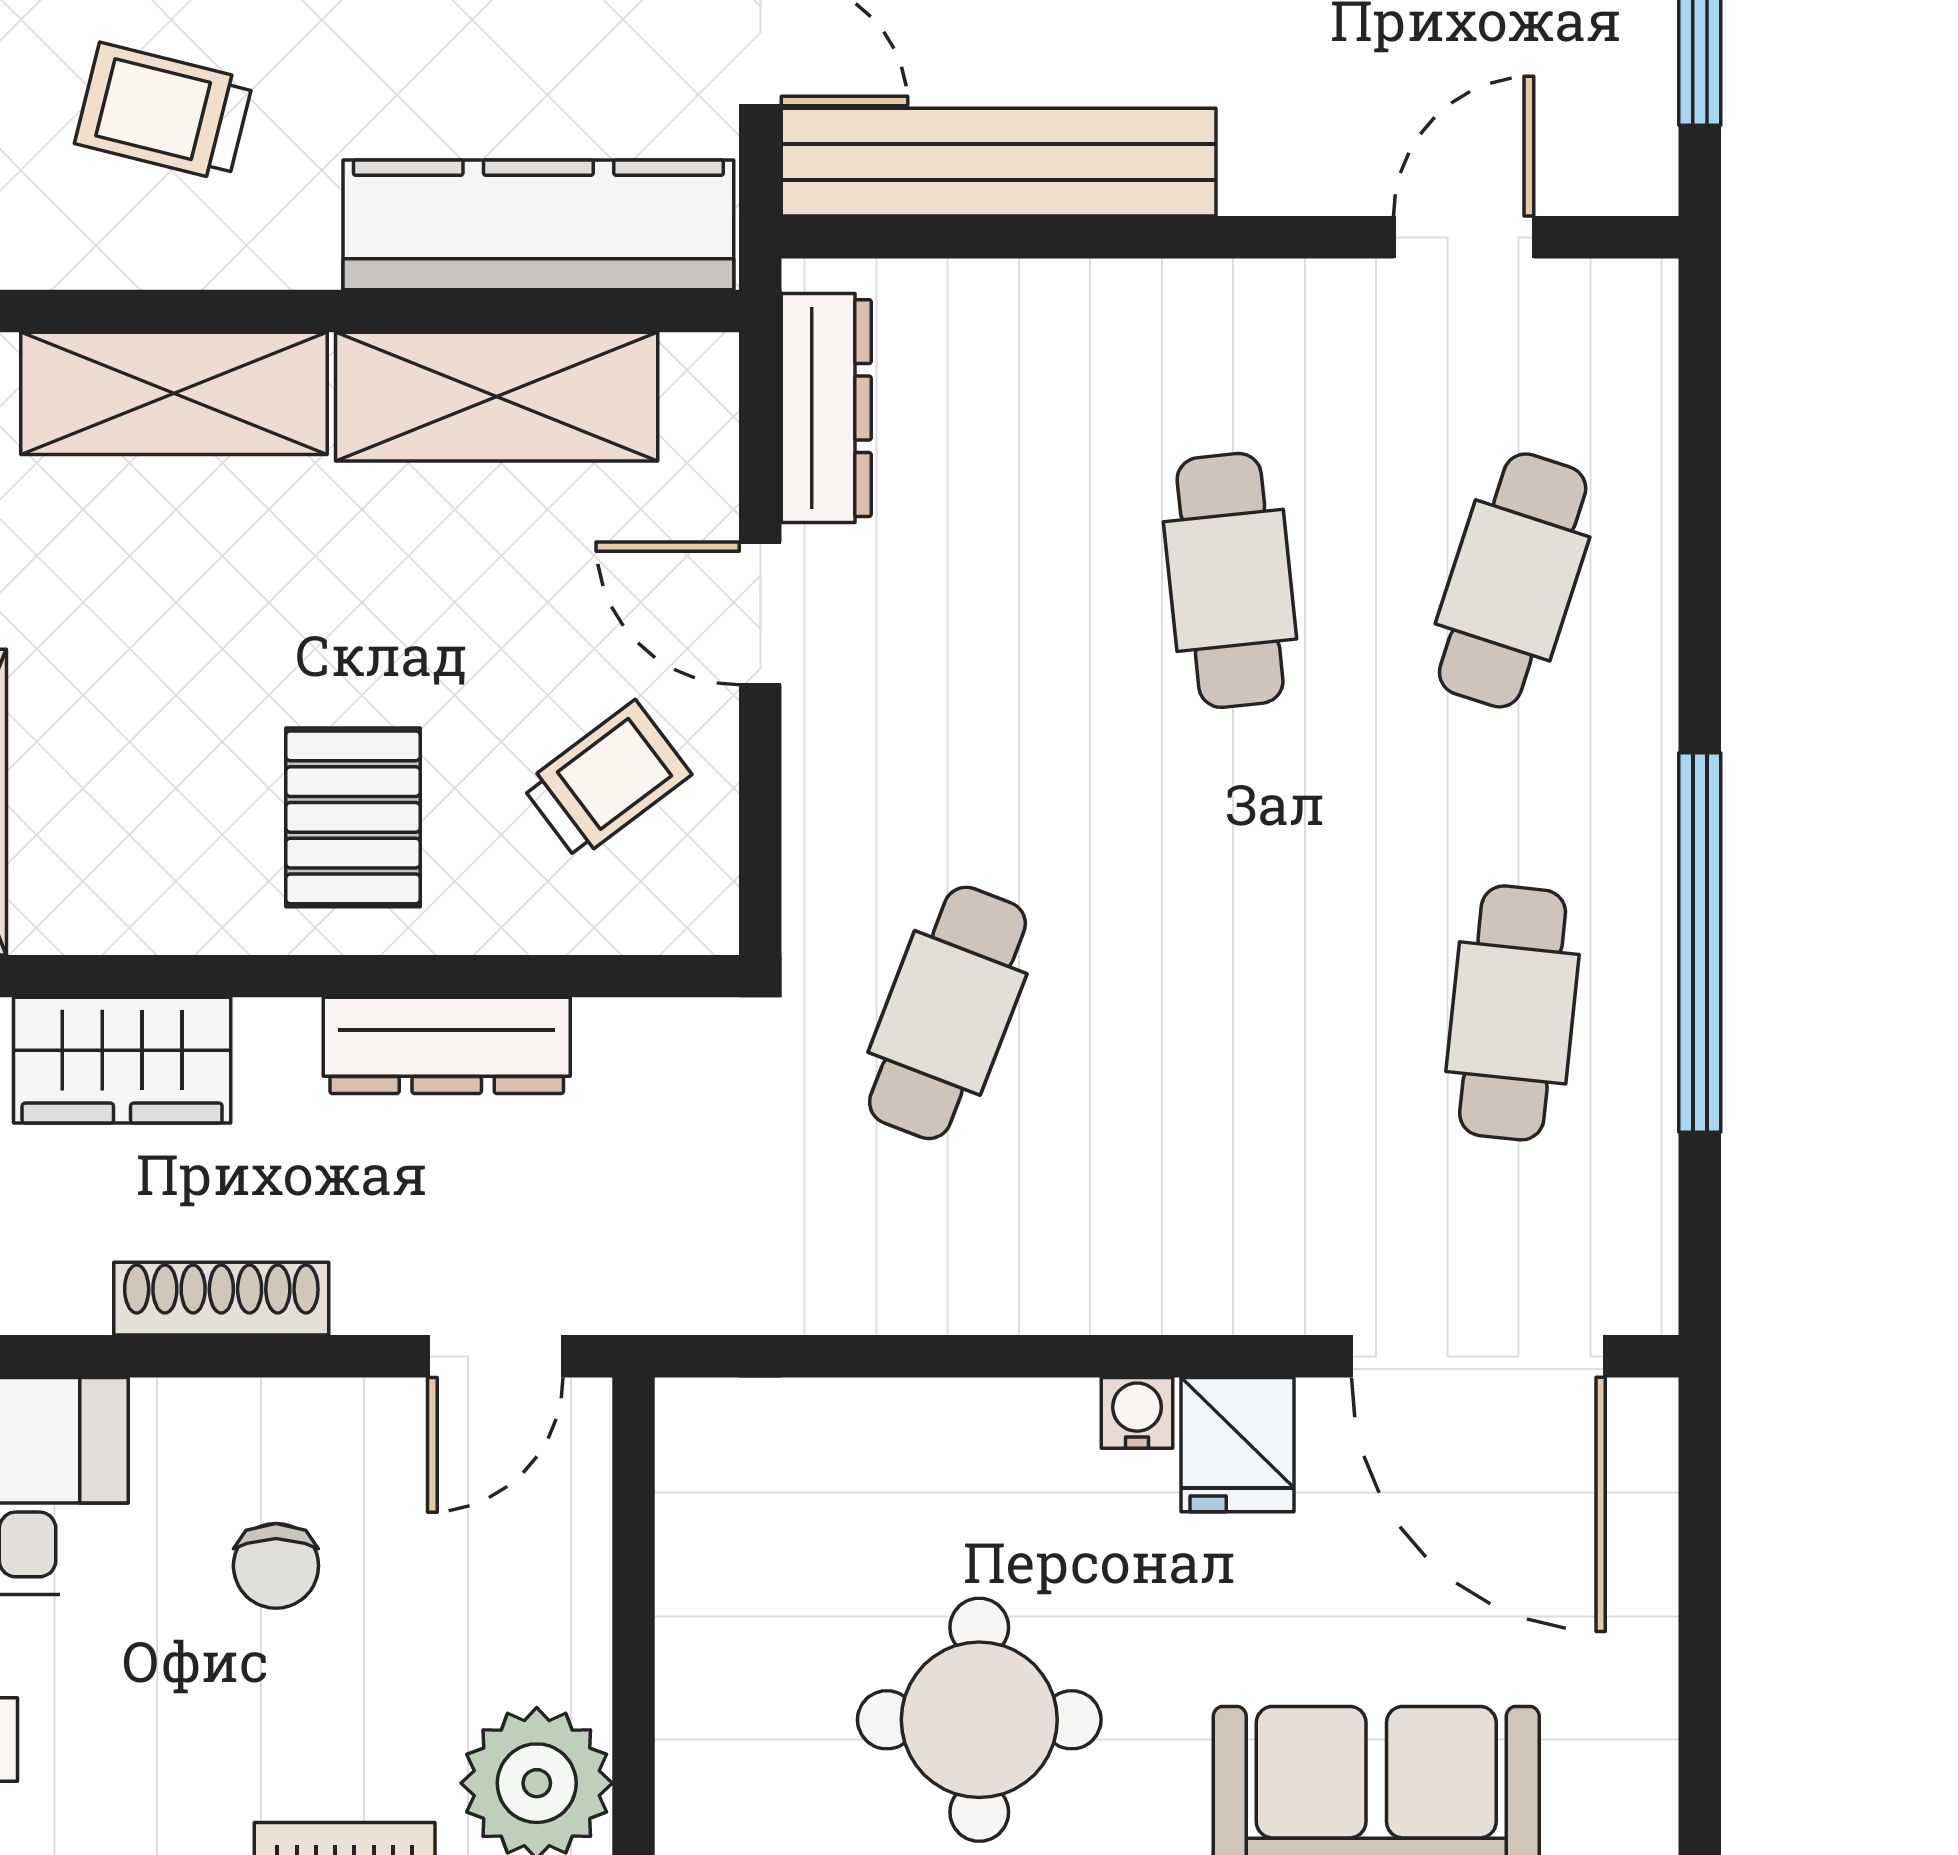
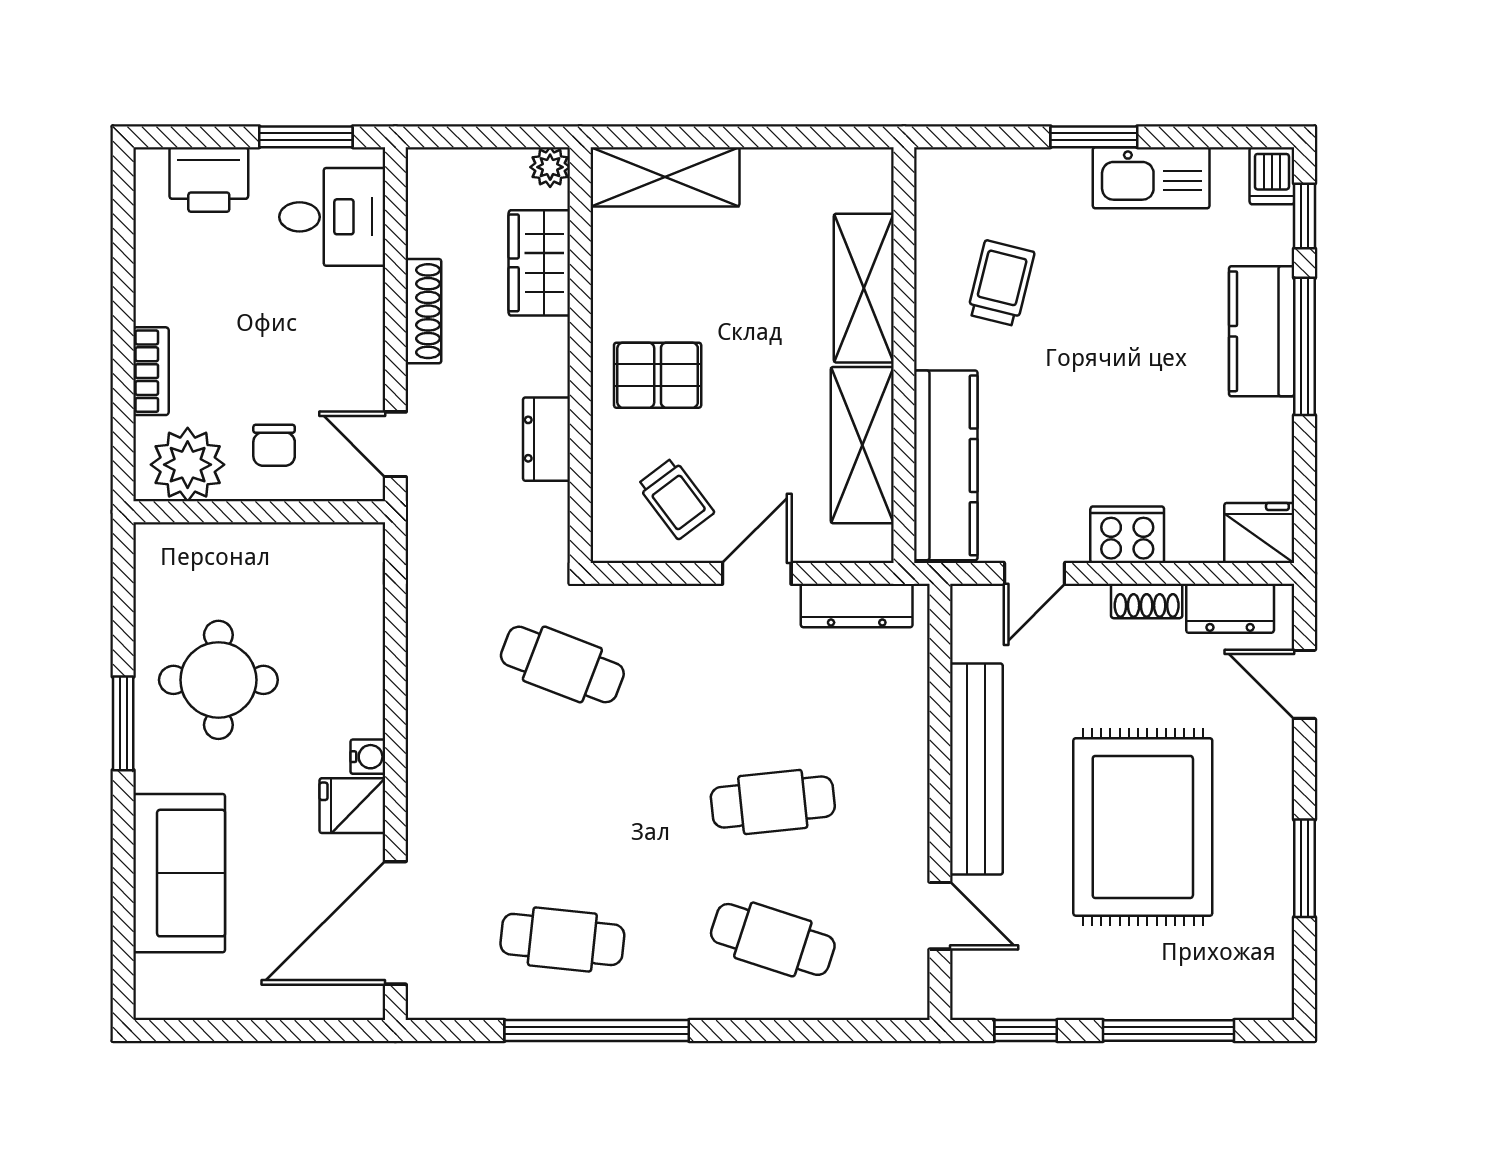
bench: (999, 162) -> (976, 769), moved
dresser: (447, 1045) -> (547, 439), width x0.70
chair: (276, 1566) -> (274, 445), moved, turned -90

